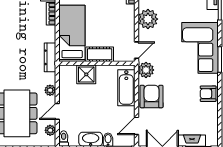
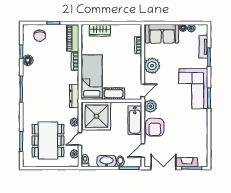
shower: (86, 74) -> (97, 116), width x1.86, depth x1.86
armchair: (208, 94) -> (200, 125), removed
armchair: (151, 97) -> (155, 127), turned 180

